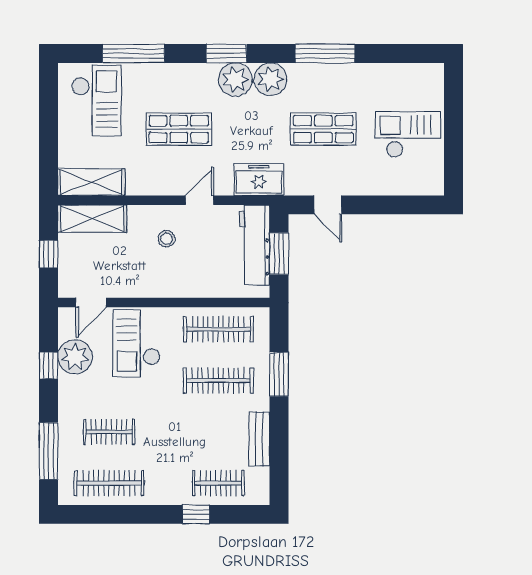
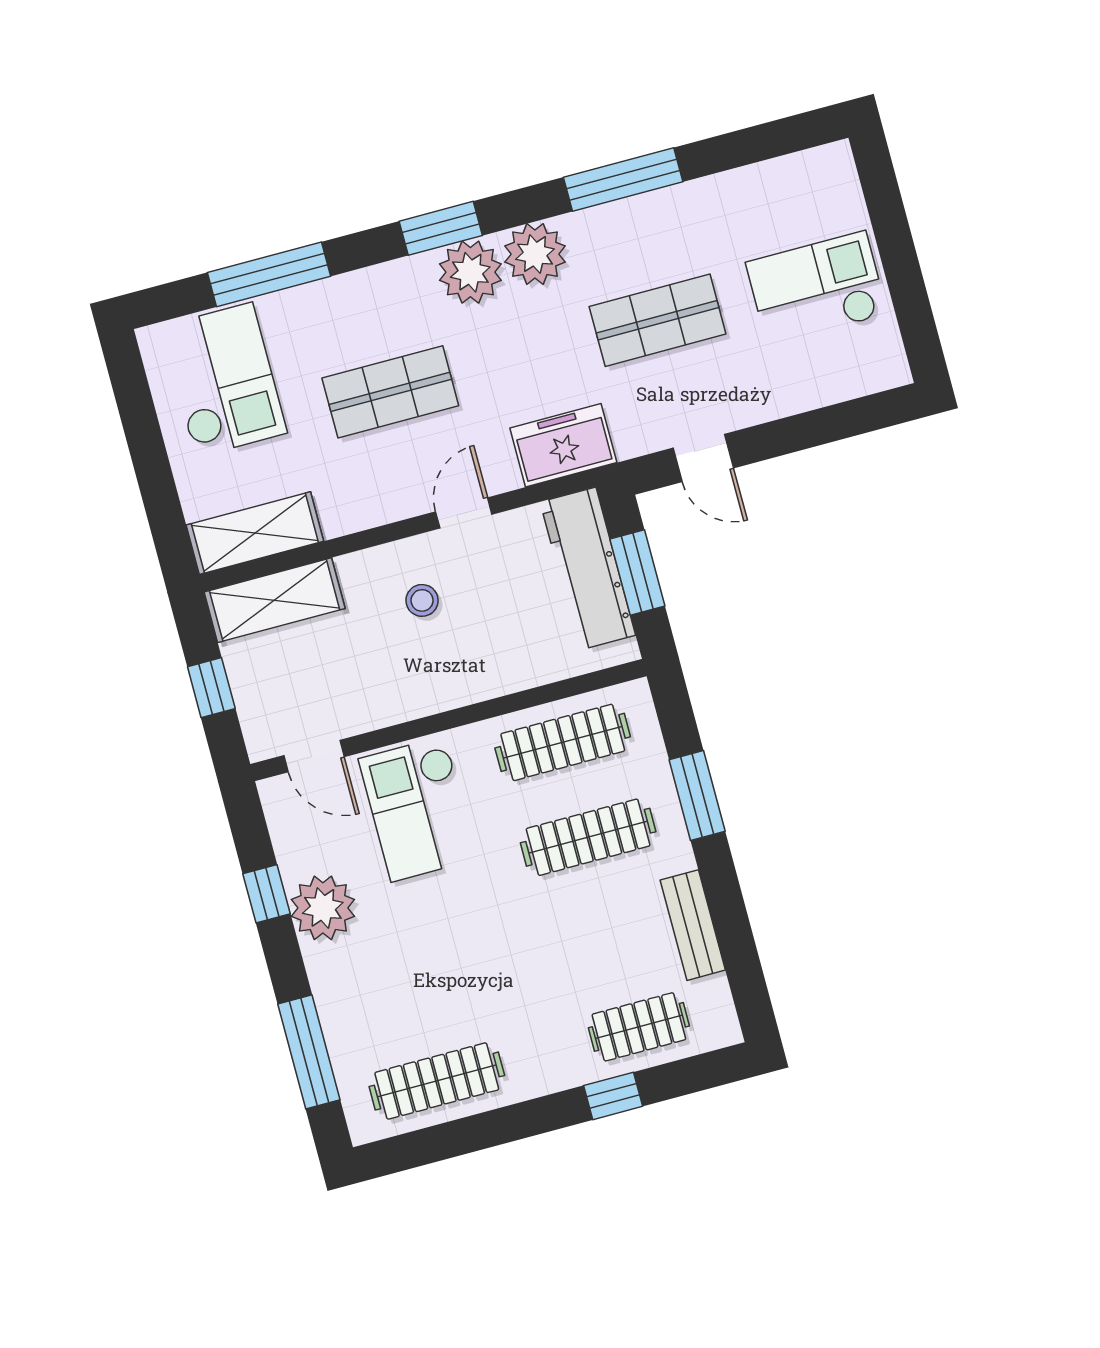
door: (91, 303) -> (314, 756), hinge flipped
plant: (75, 357) -> (323, 908), moved
clothes rail: (109, 432) -> (411, 986), removed

